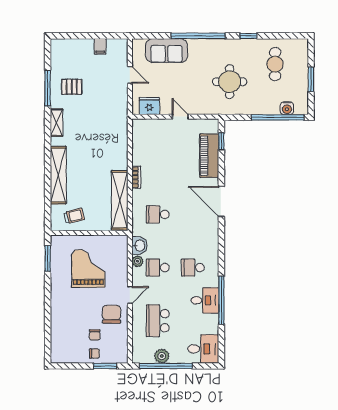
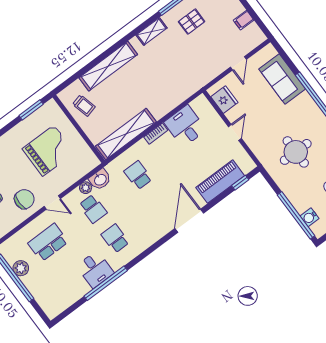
pallet: (72, 87) -> (192, 22), turned 90
school desk: (158, 268) -> (93, 209), turned 180
desk: (203, 349) -> (185, 126), moved, turned 180

